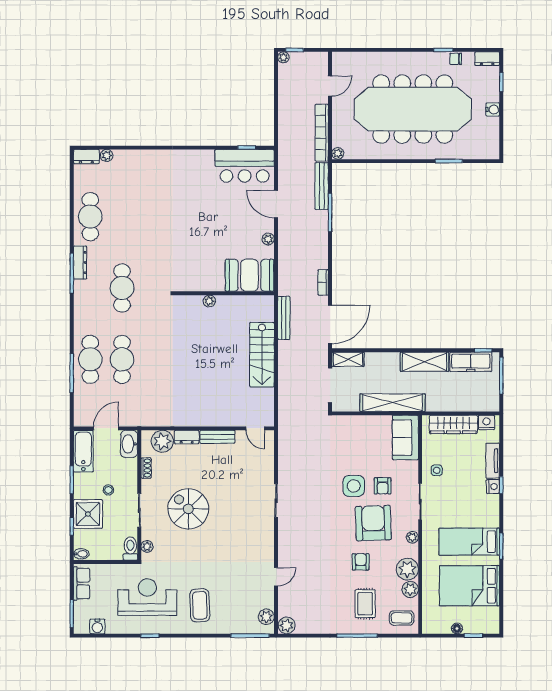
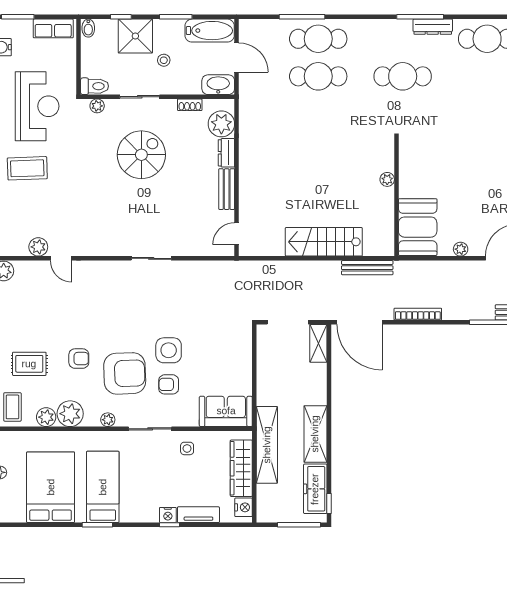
bookcase: (323, 282) -> (418, 314), width x1.56
shelving: (393, 403) -> (267, 445), moved
plant: (266, 617) -> (38, 247), moved

